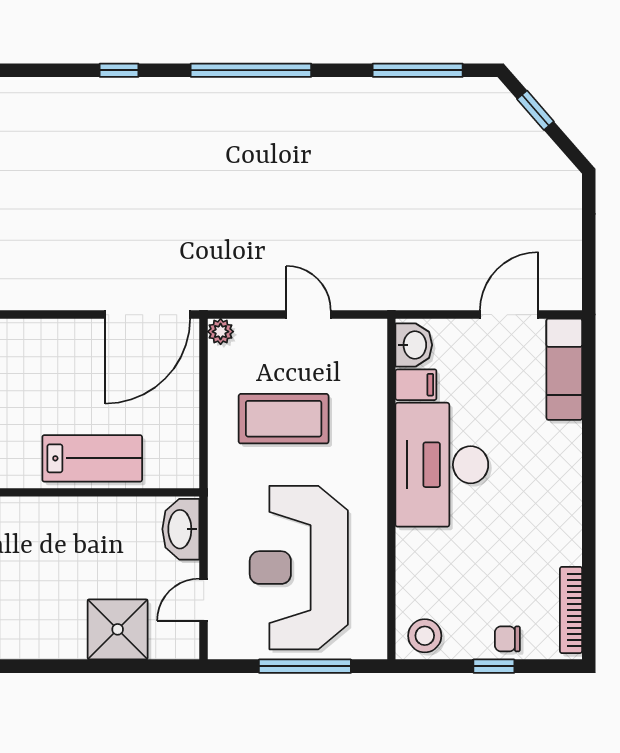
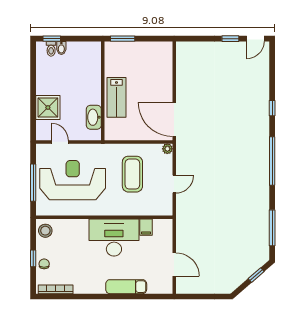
washbasin: (414, 345) -> (162, 226), removed
exam couch: (564, 369) -> (126, 287), moved
washbasin: (181, 529) -> (94, 117), moved, turned -90

